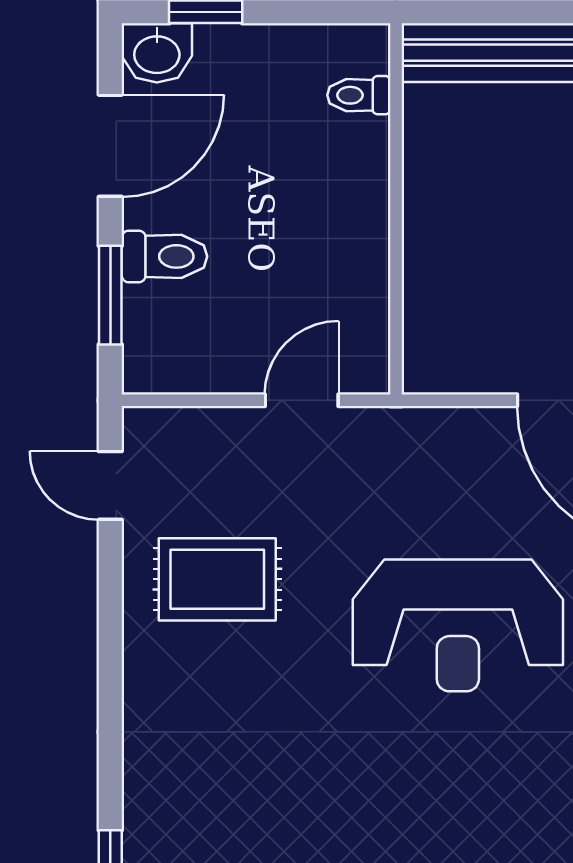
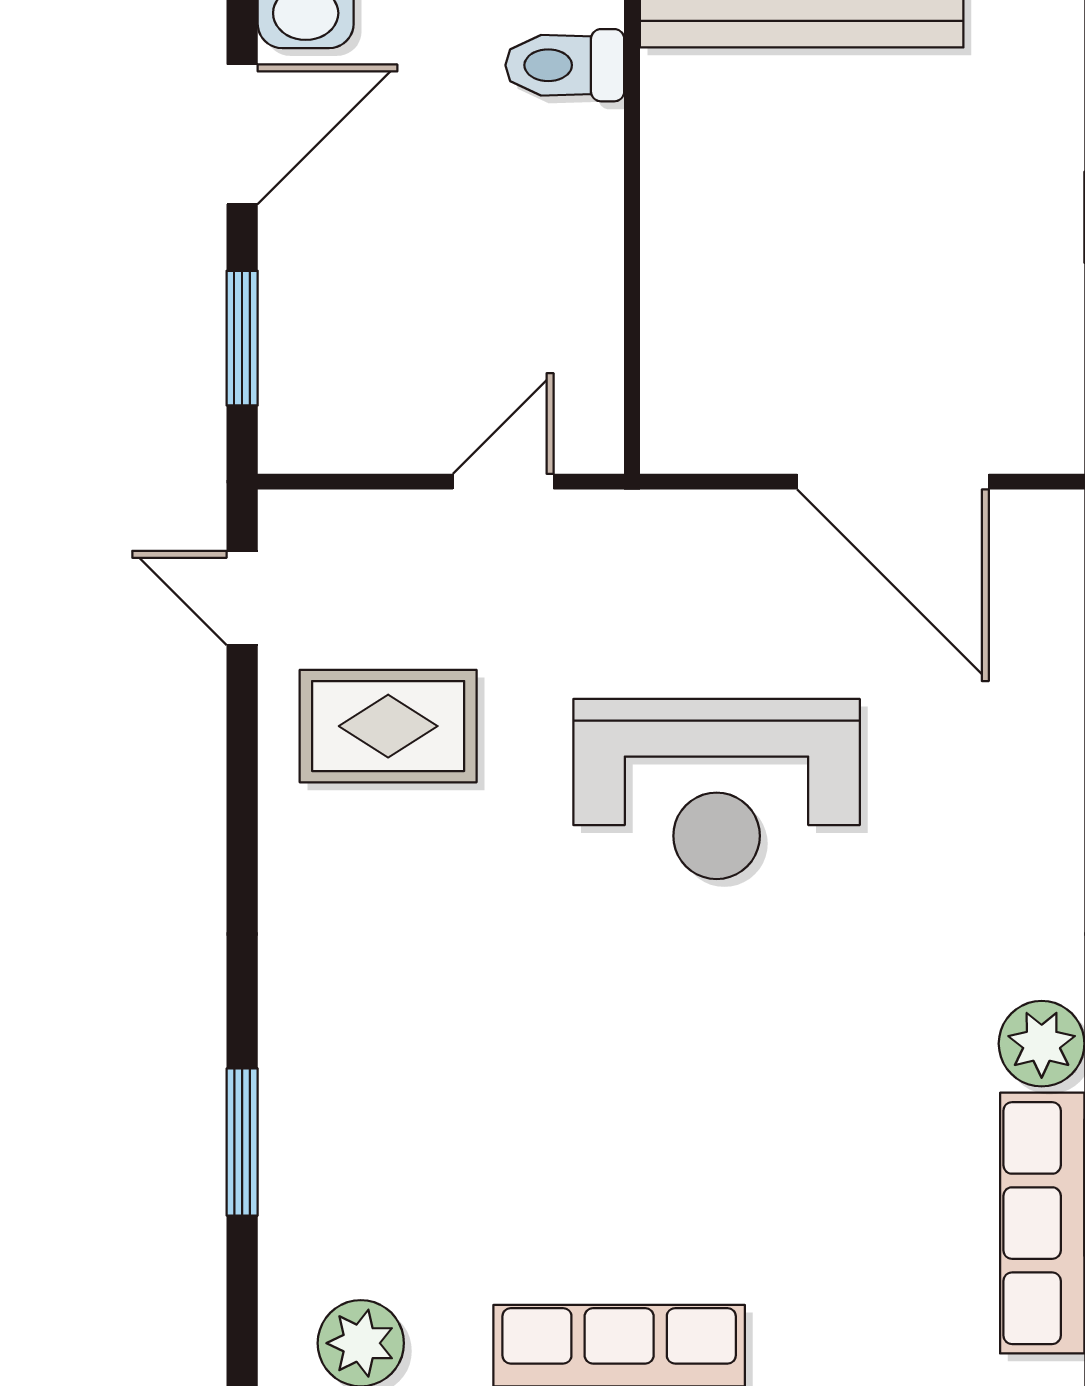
toilet: (359, 95) -> (565, 65), width x1.37, depth x1.39
toilet: (164, 256) -> (316, 285), removed

